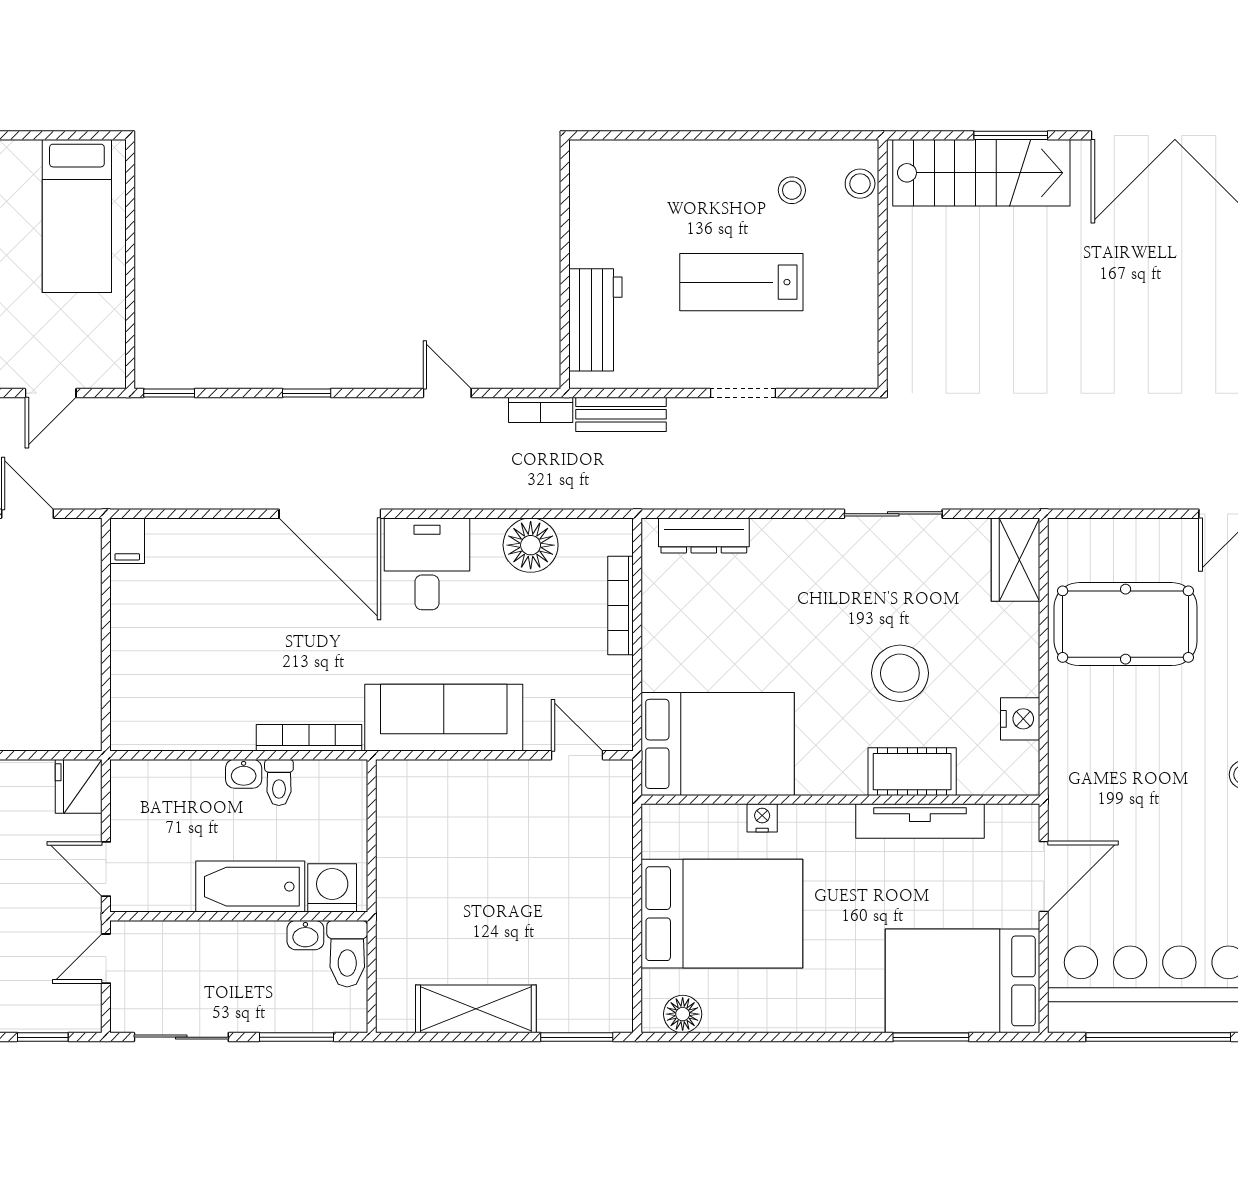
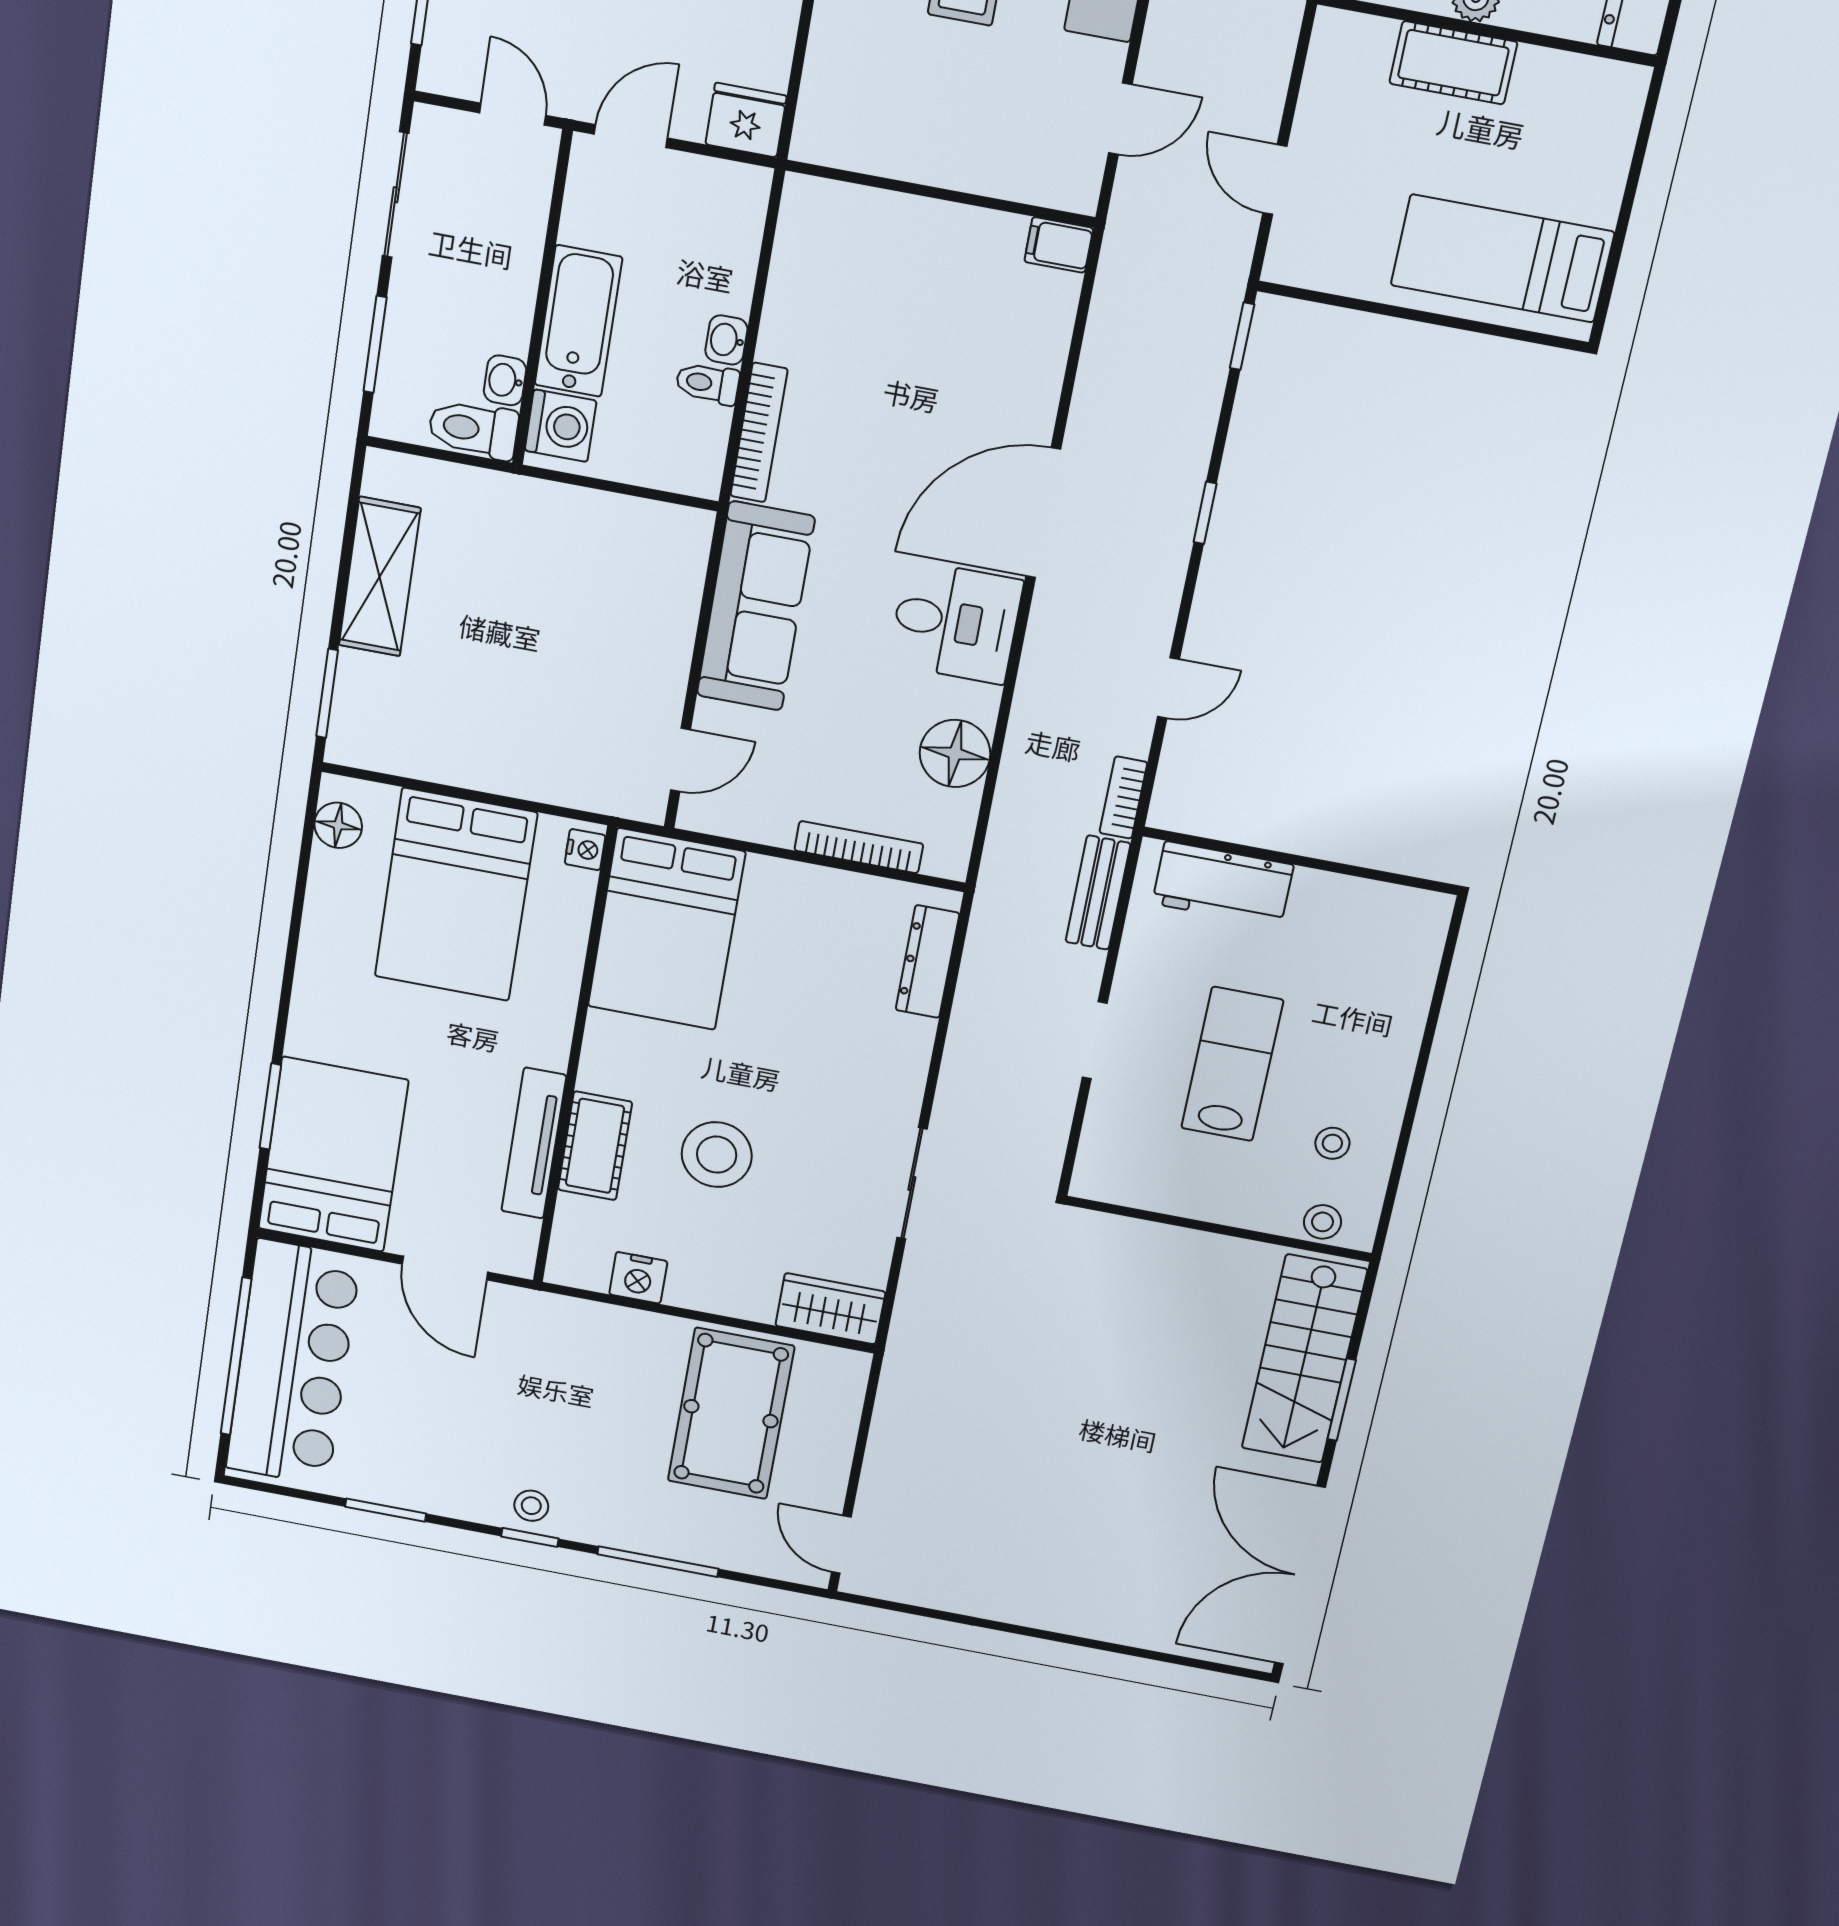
nightstand: (762, 818) -> (585, 850), moved

